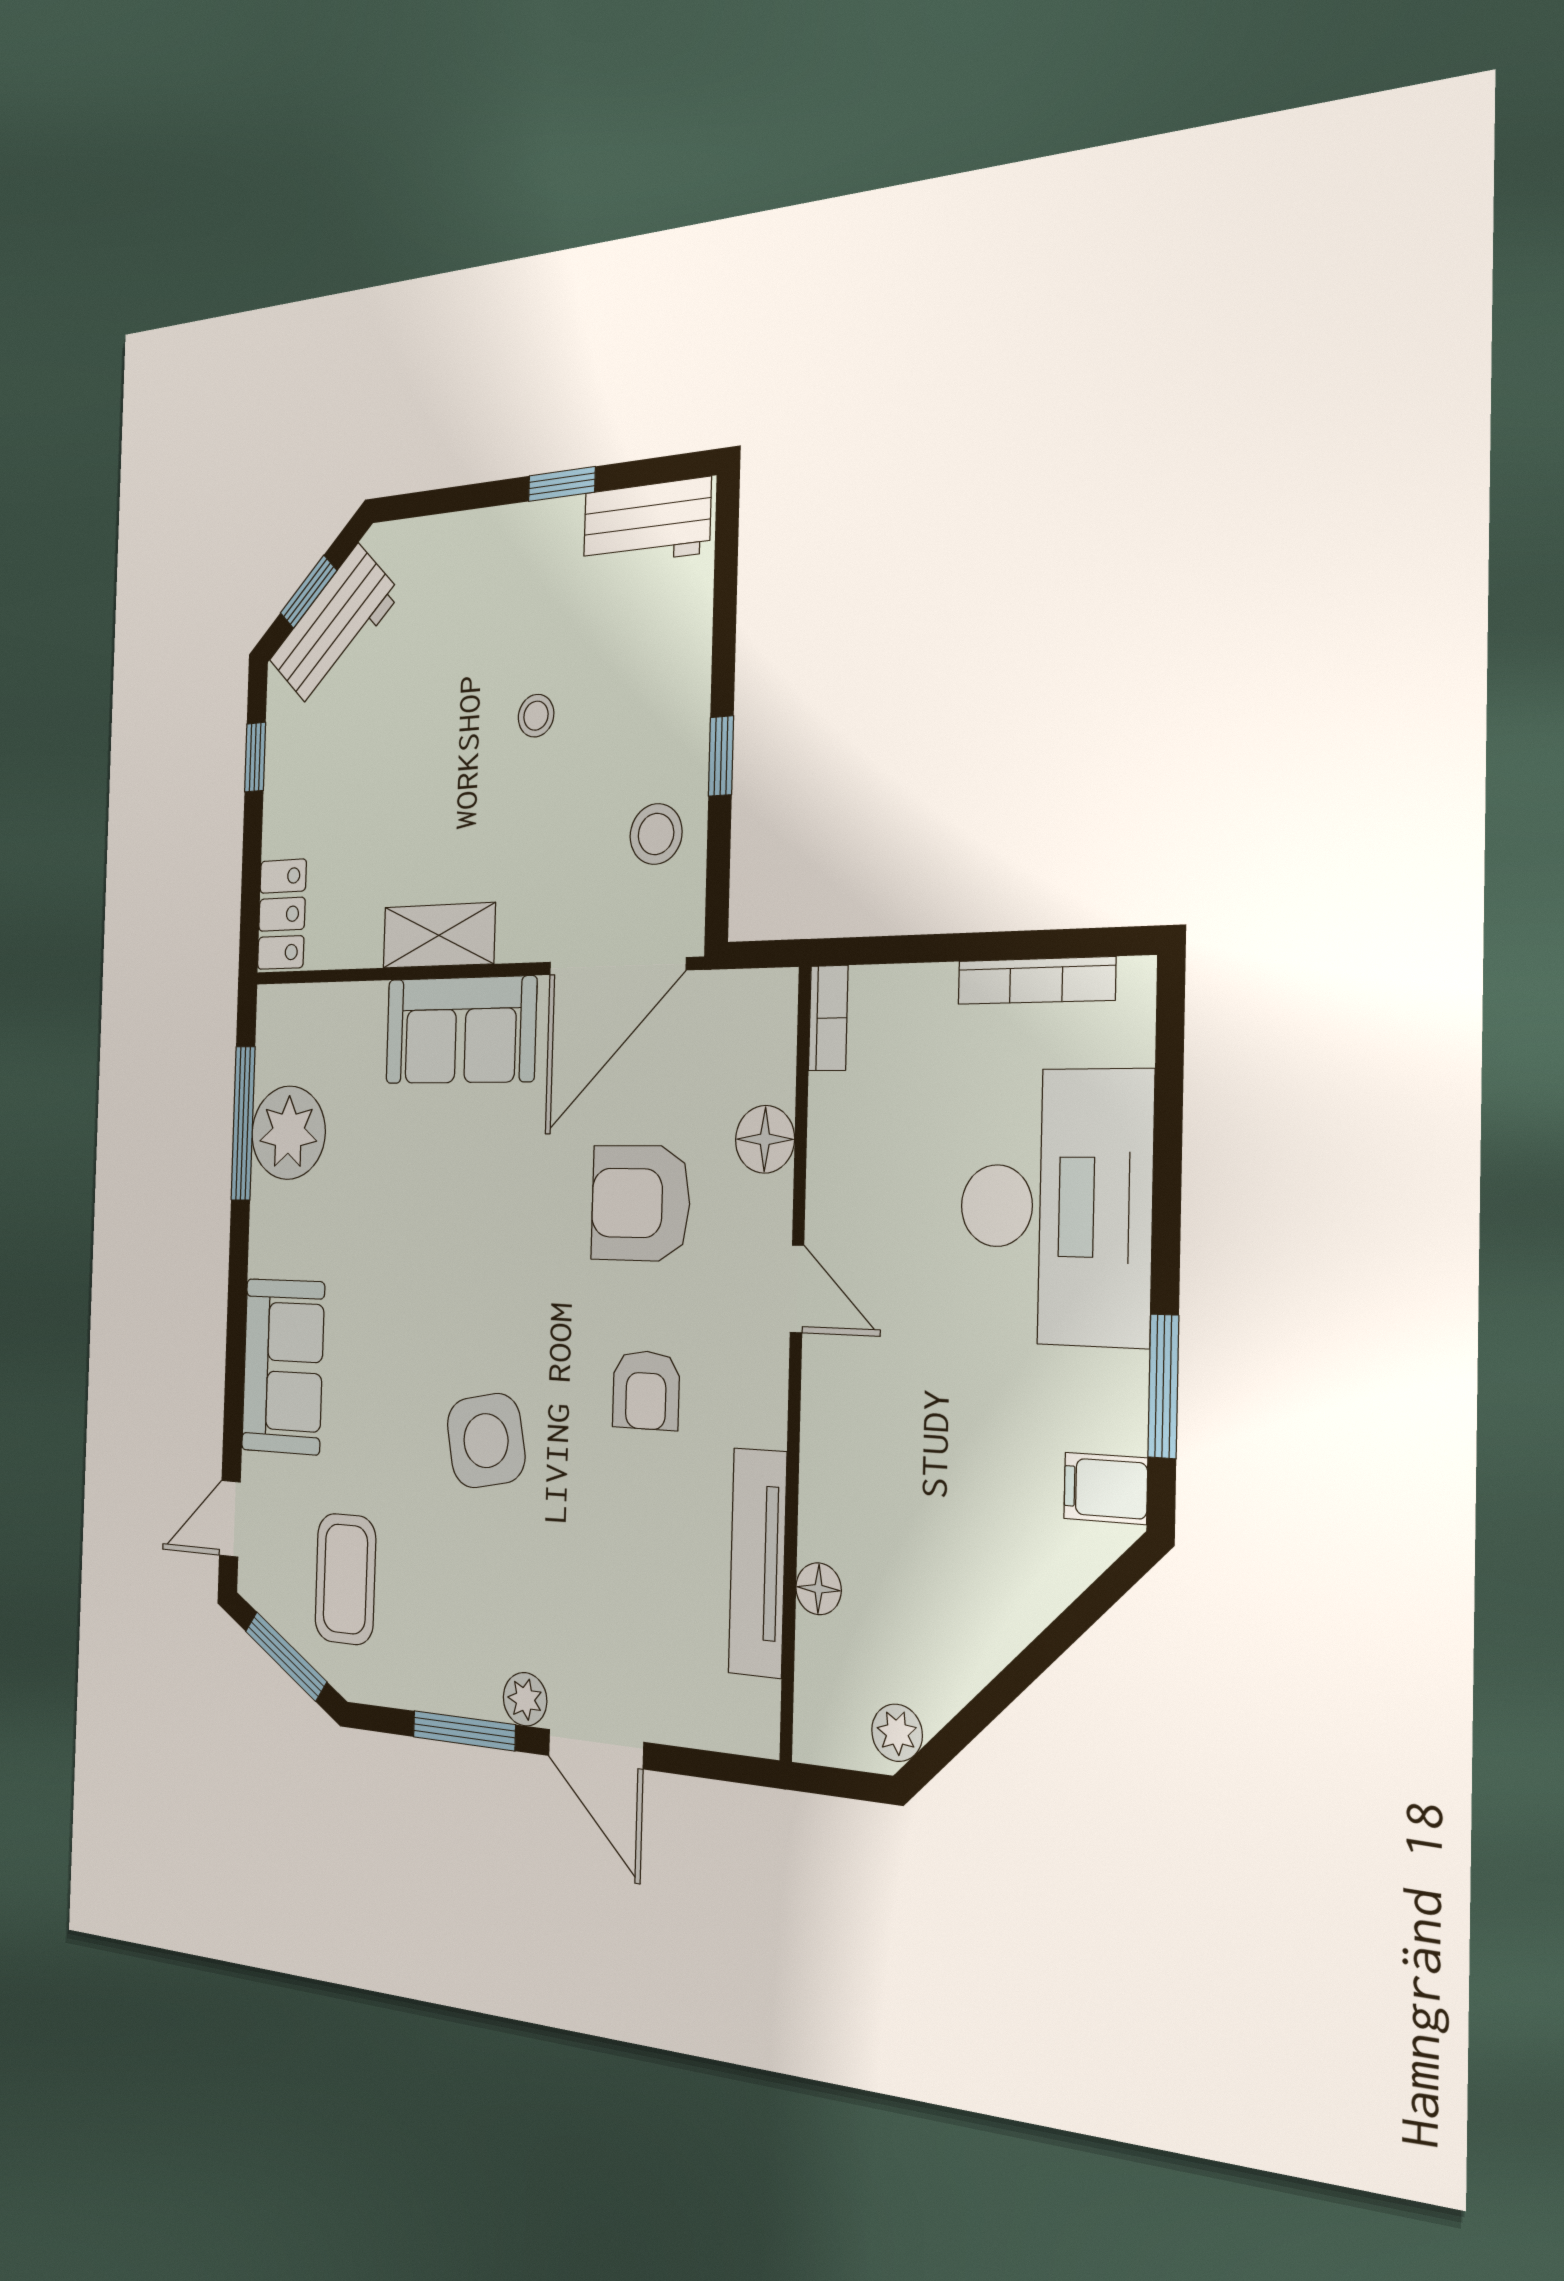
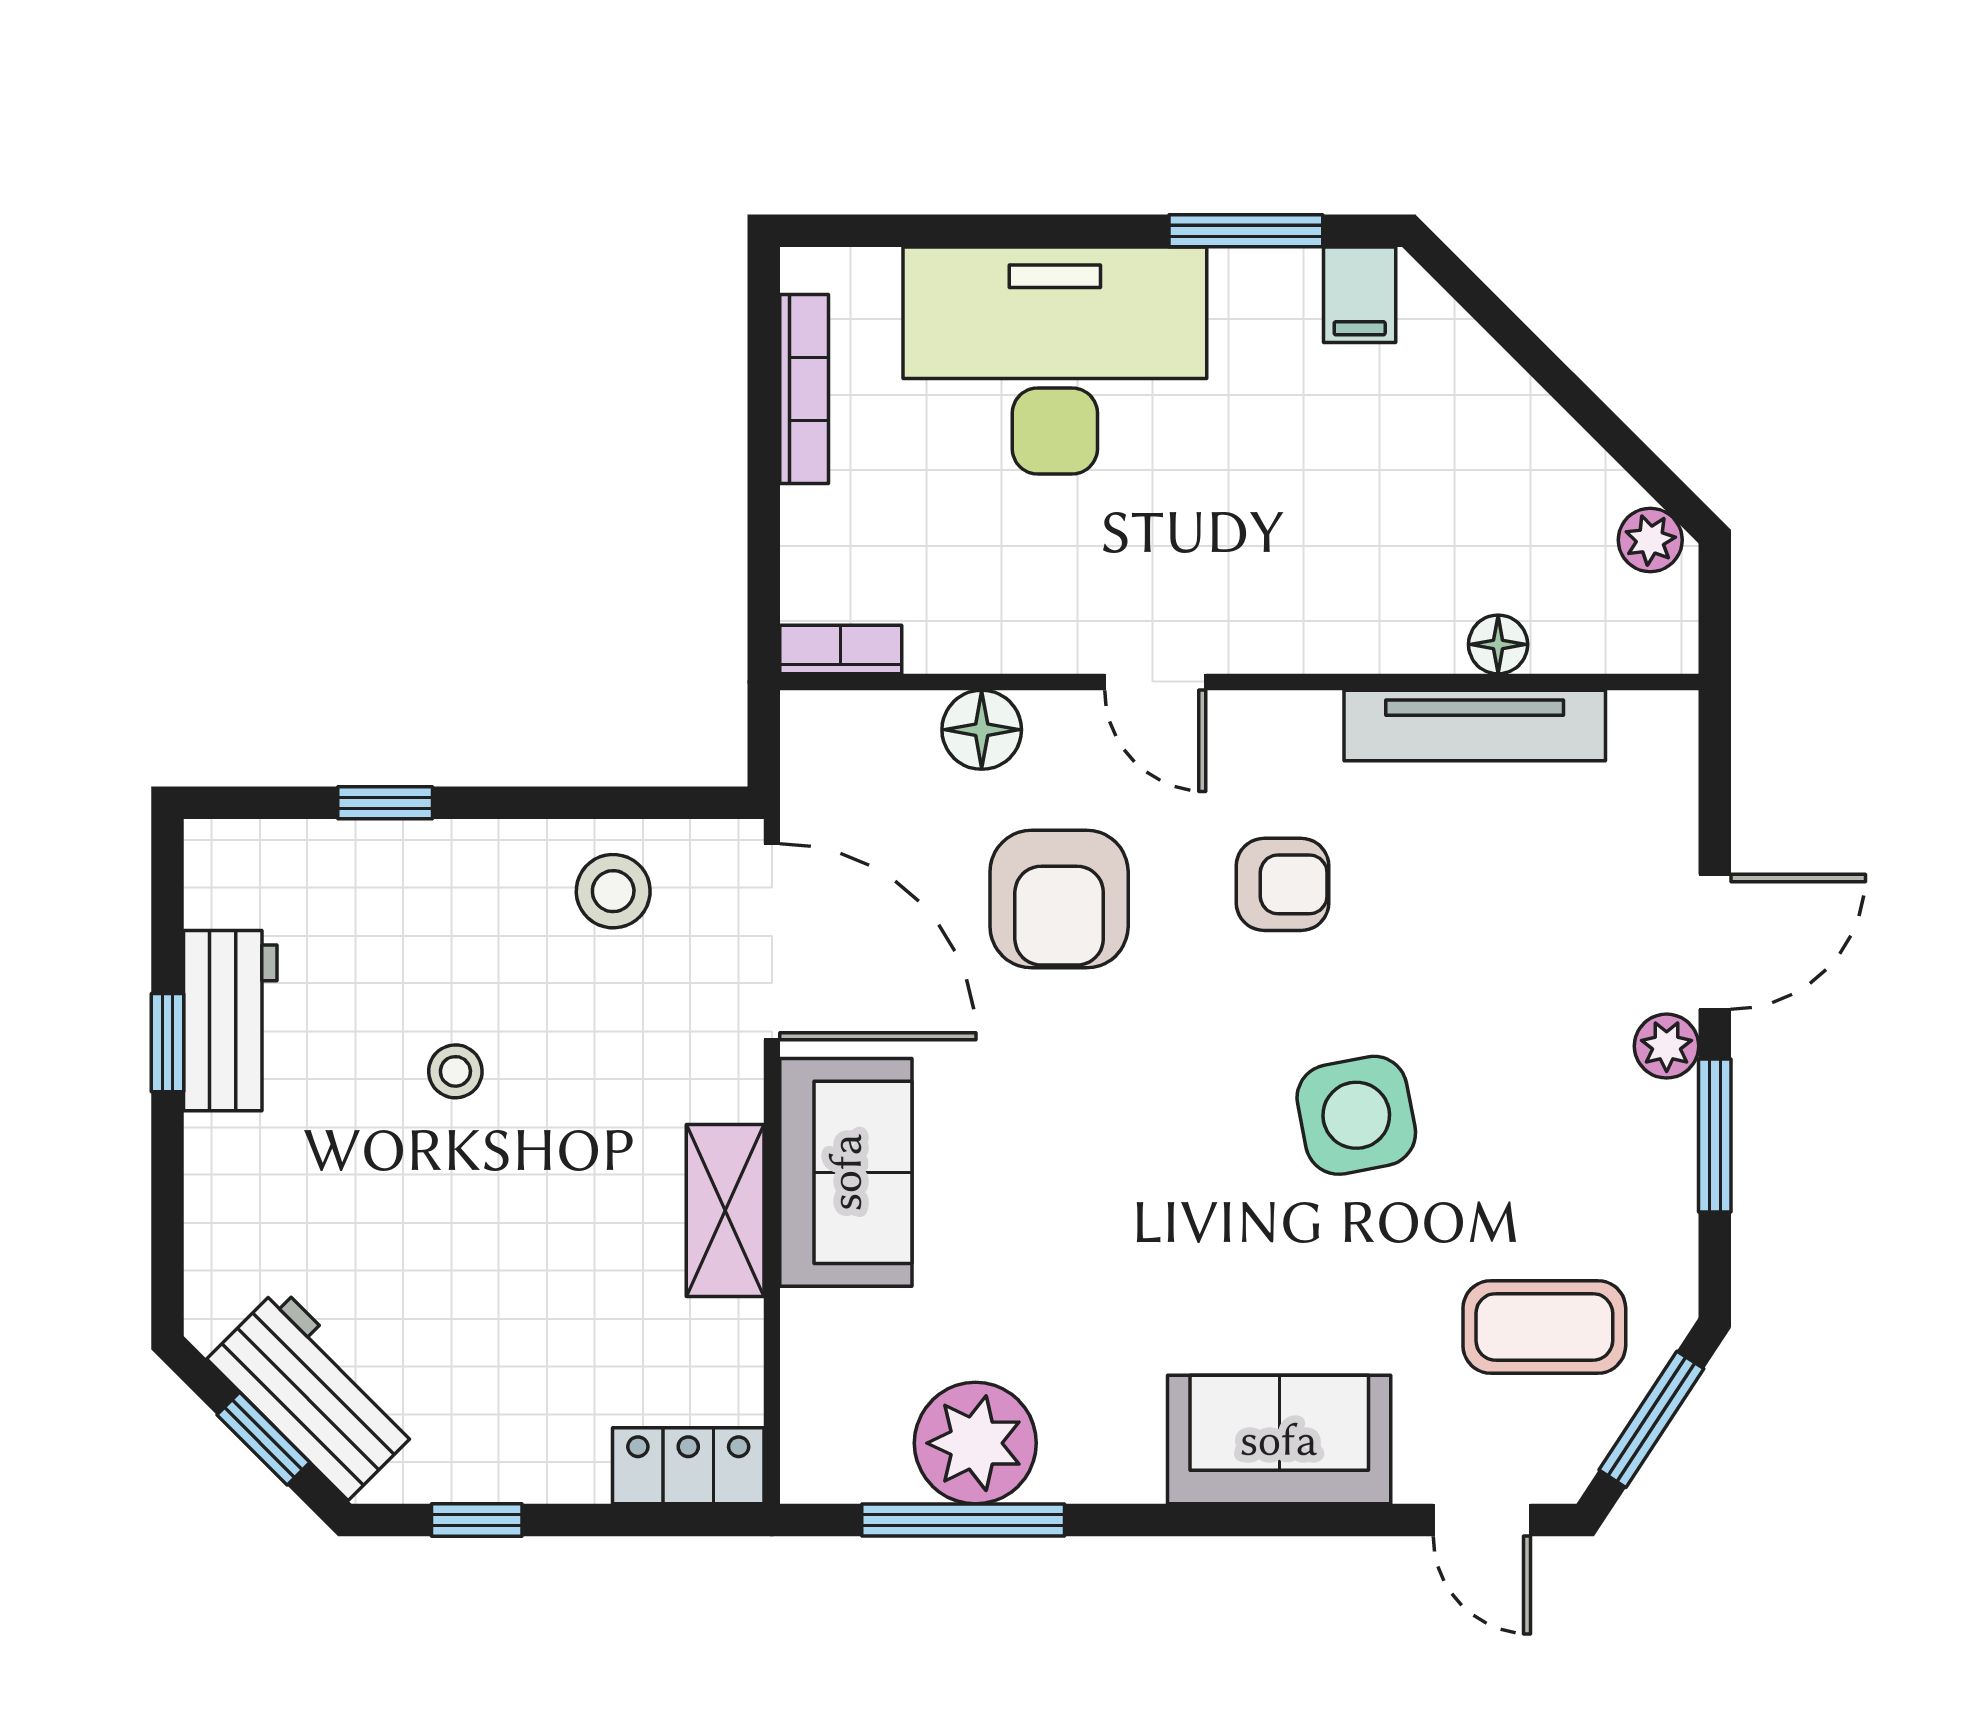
workbench: (647, 523) -> (230, 1021), moved
window: (721, 756) -> (385, 803), moved
door: (797, 1289) -> (1155, 682), swing flipped

